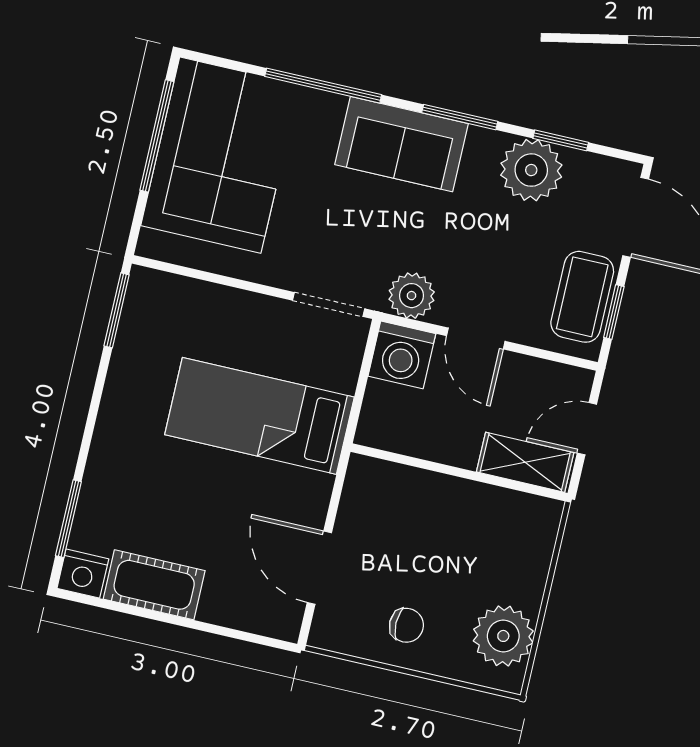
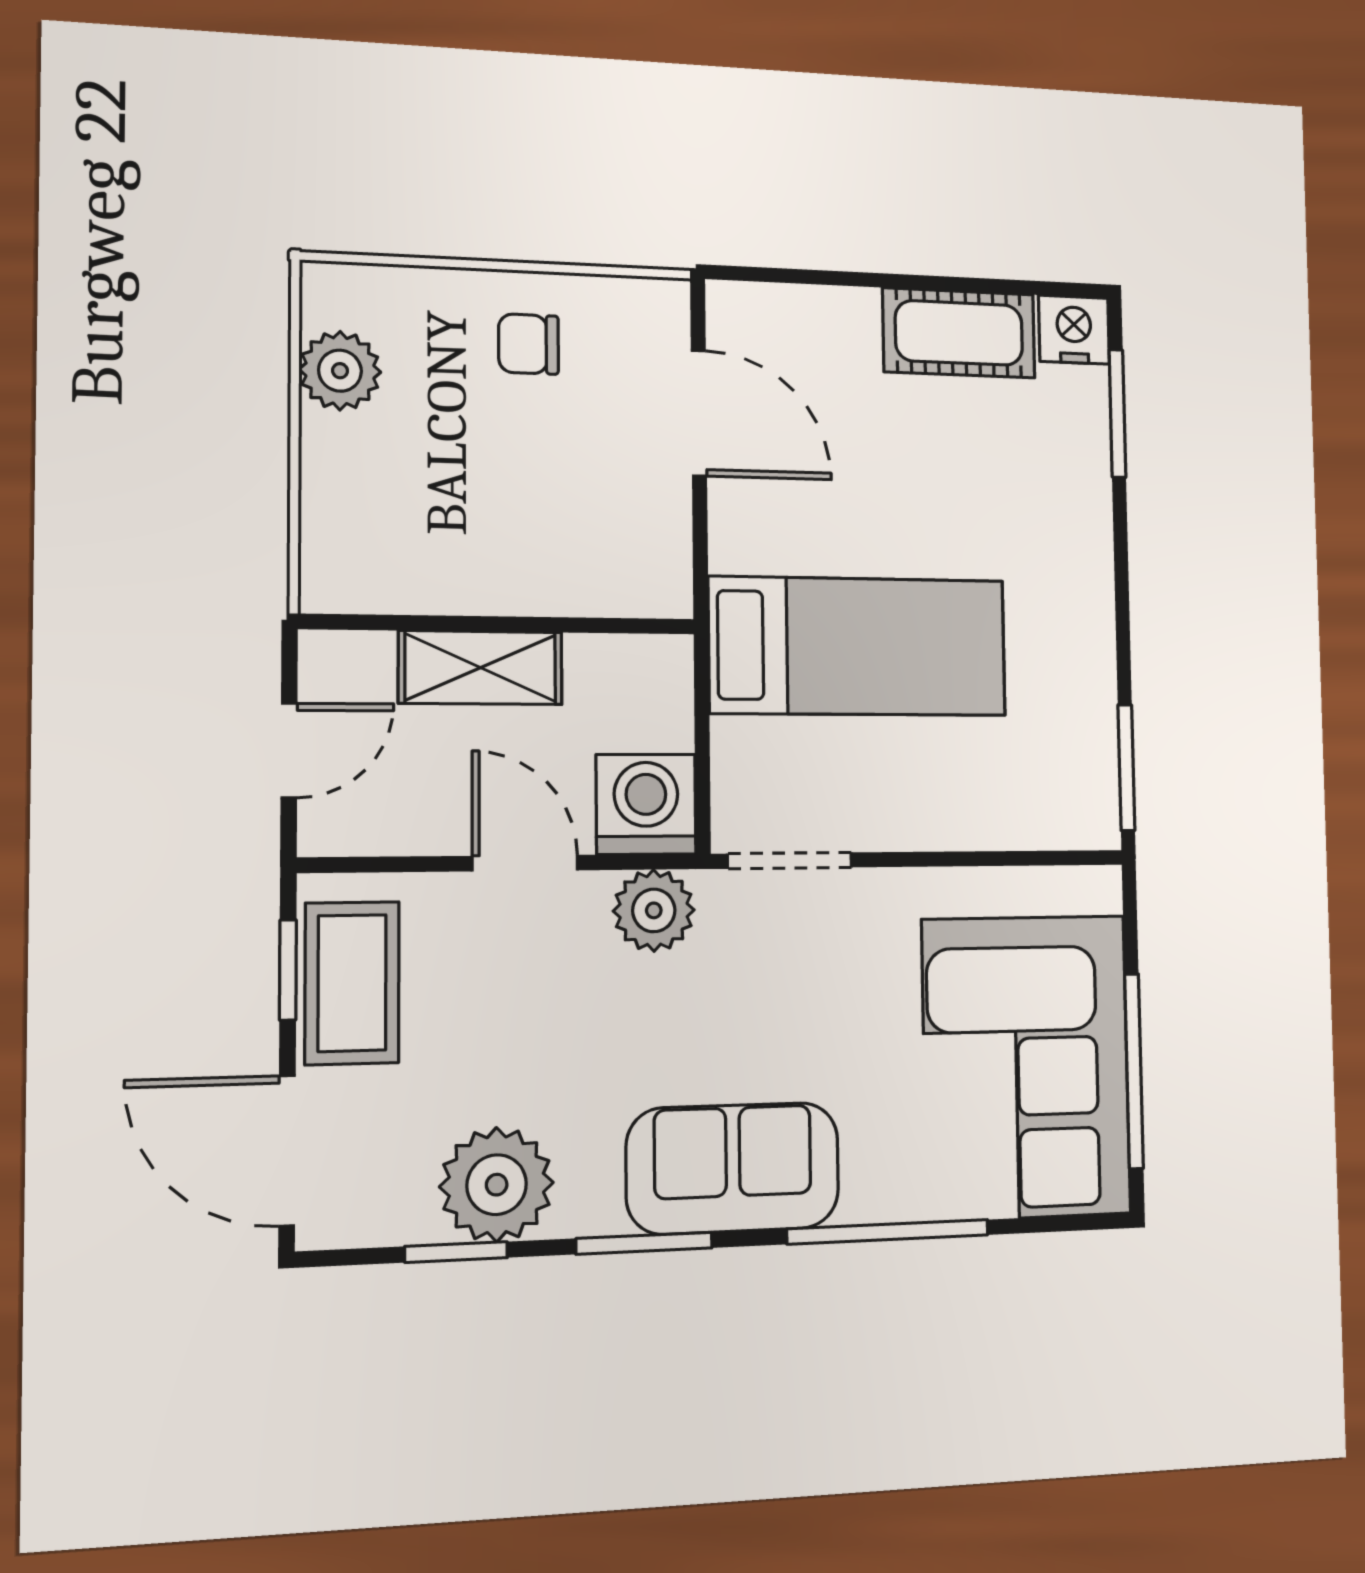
shelving: (525, 462) -> (481, 668), moved
plant: (503, 636) -> (340, 371), width x0.73, depth x0.73

